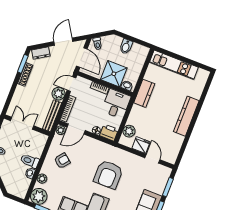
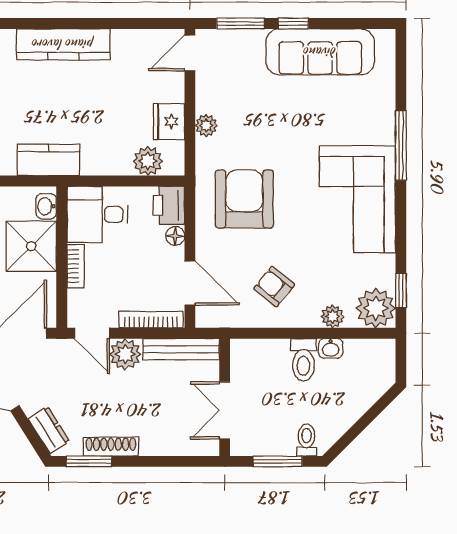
plant: (61, 130) -> (206, 125), moved
door: (152, 159) -> (190, 53), moved
armchair: (108, 175) -> (244, 199), moved, turned -90

